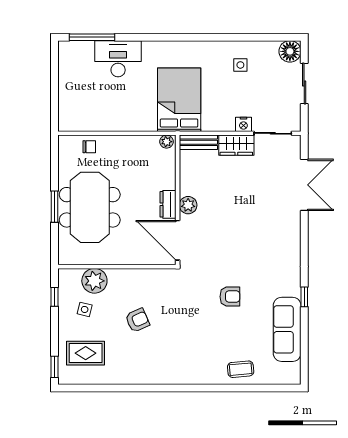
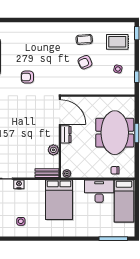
desk: (118, 59) -> (99, 191), moved, turned 180
bed: (75, 98) -> (124, 201), added
wardrobe: (236, 145) -> (23, 171), removed
plant: (188, 205) -> (53, 150), moved
plant: (94, 281) -> (112, 87), removed
coffee table: (241, 369) -> (84, 39), moved

